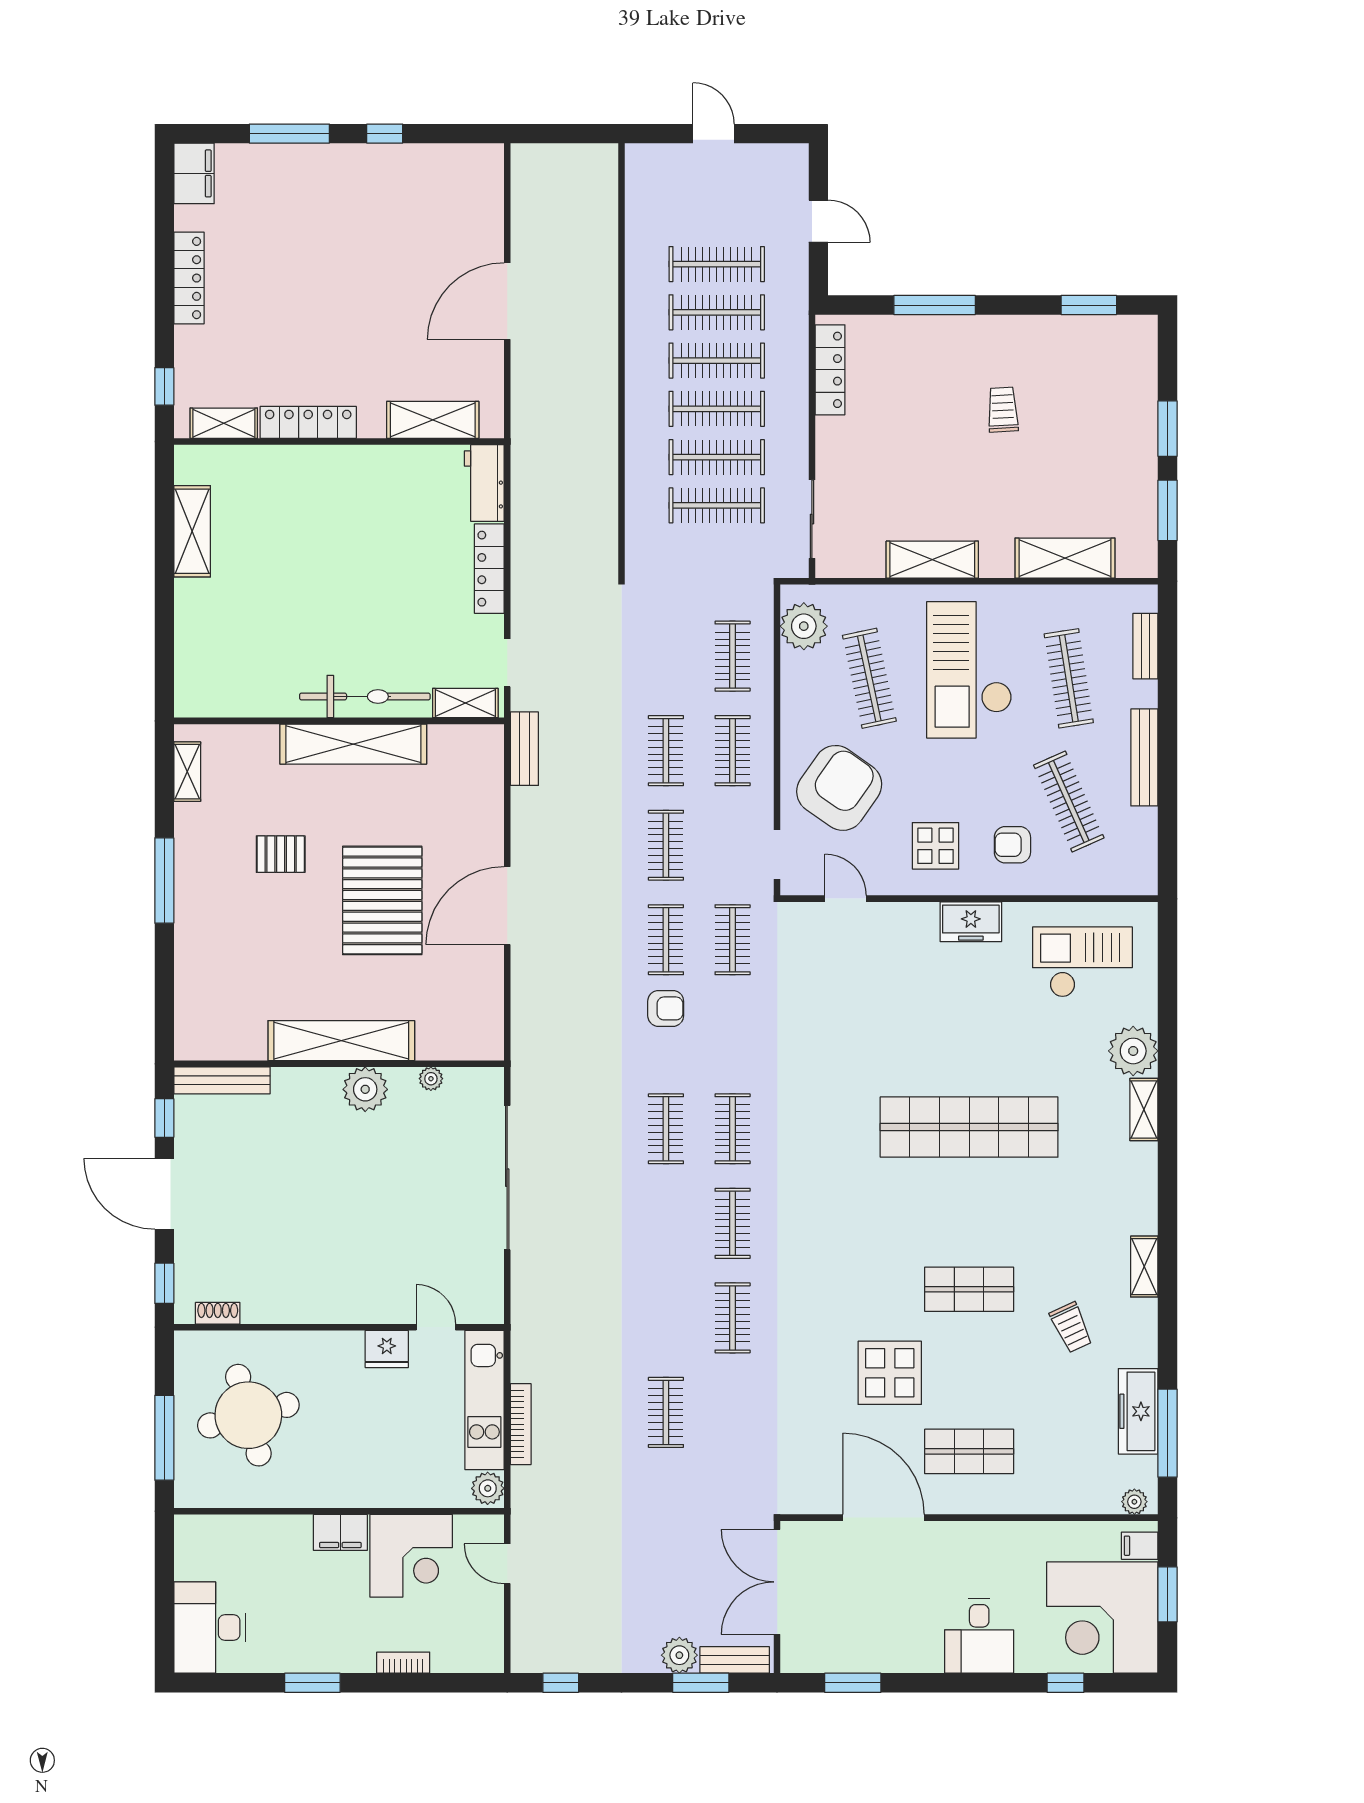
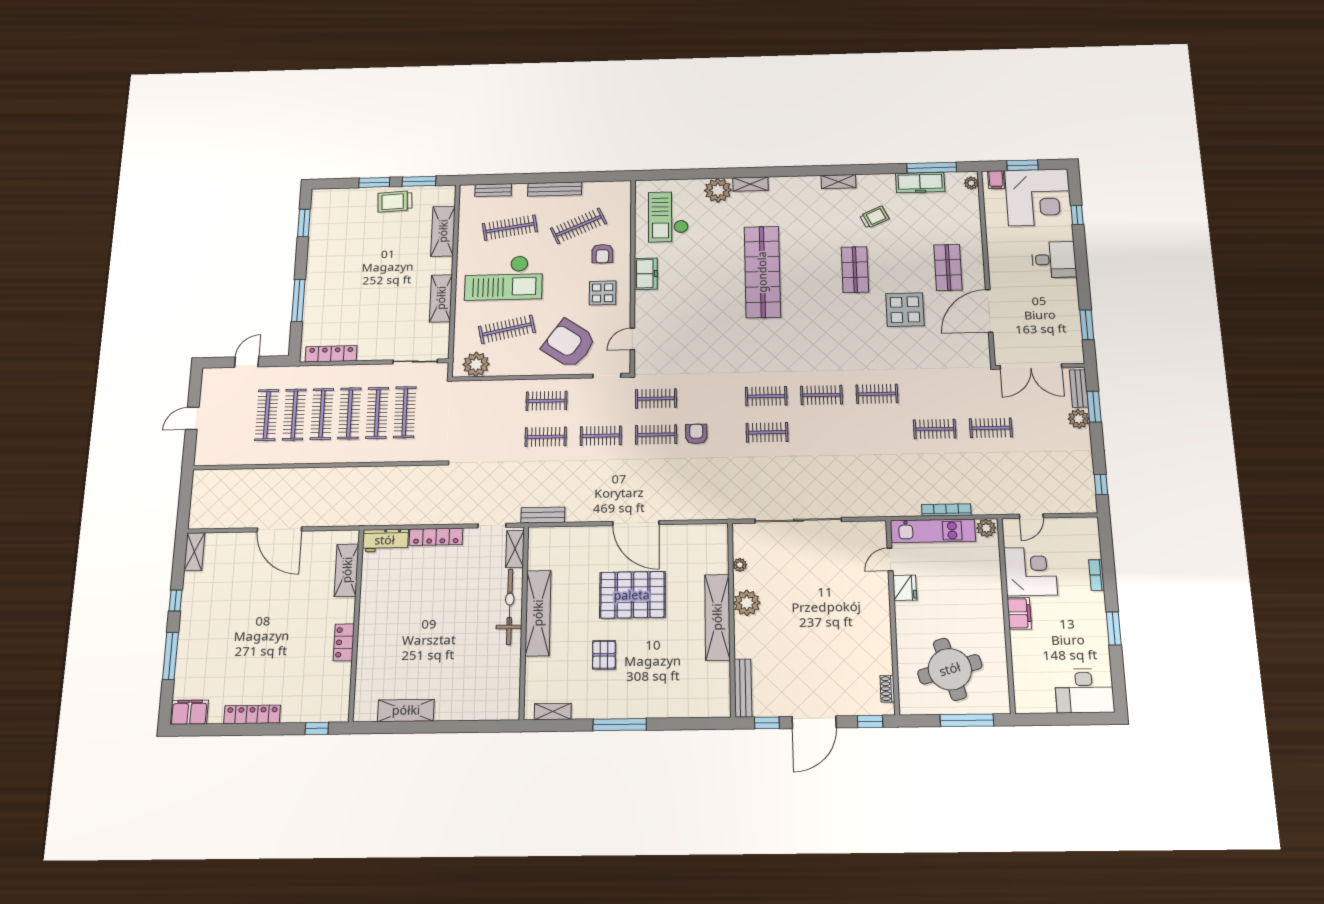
trolley: (1003, 410) -> (395, 202), moved, width x1.36, depth x1.39
locker: (308, 422) -> (344, 642), width x0.66
shelving: (224, 423) -> (194, 552), moved
clothes rail: (733, 656) -> (991, 428), moved

